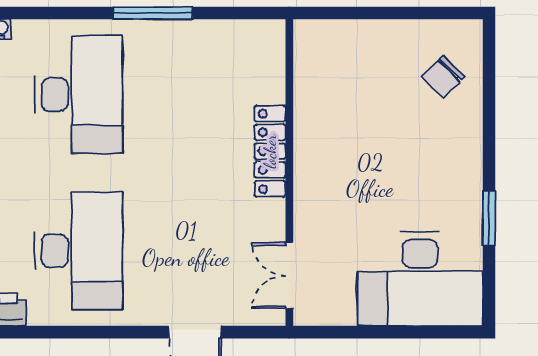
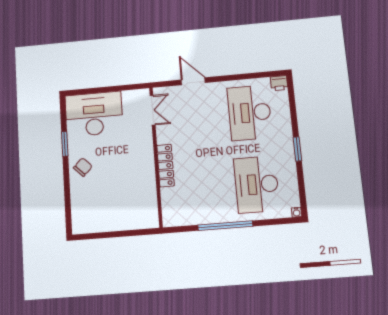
window: (153, 13) -> (225, 226), width x1.46
chair: (443, 77) -> (83, 167), moved

